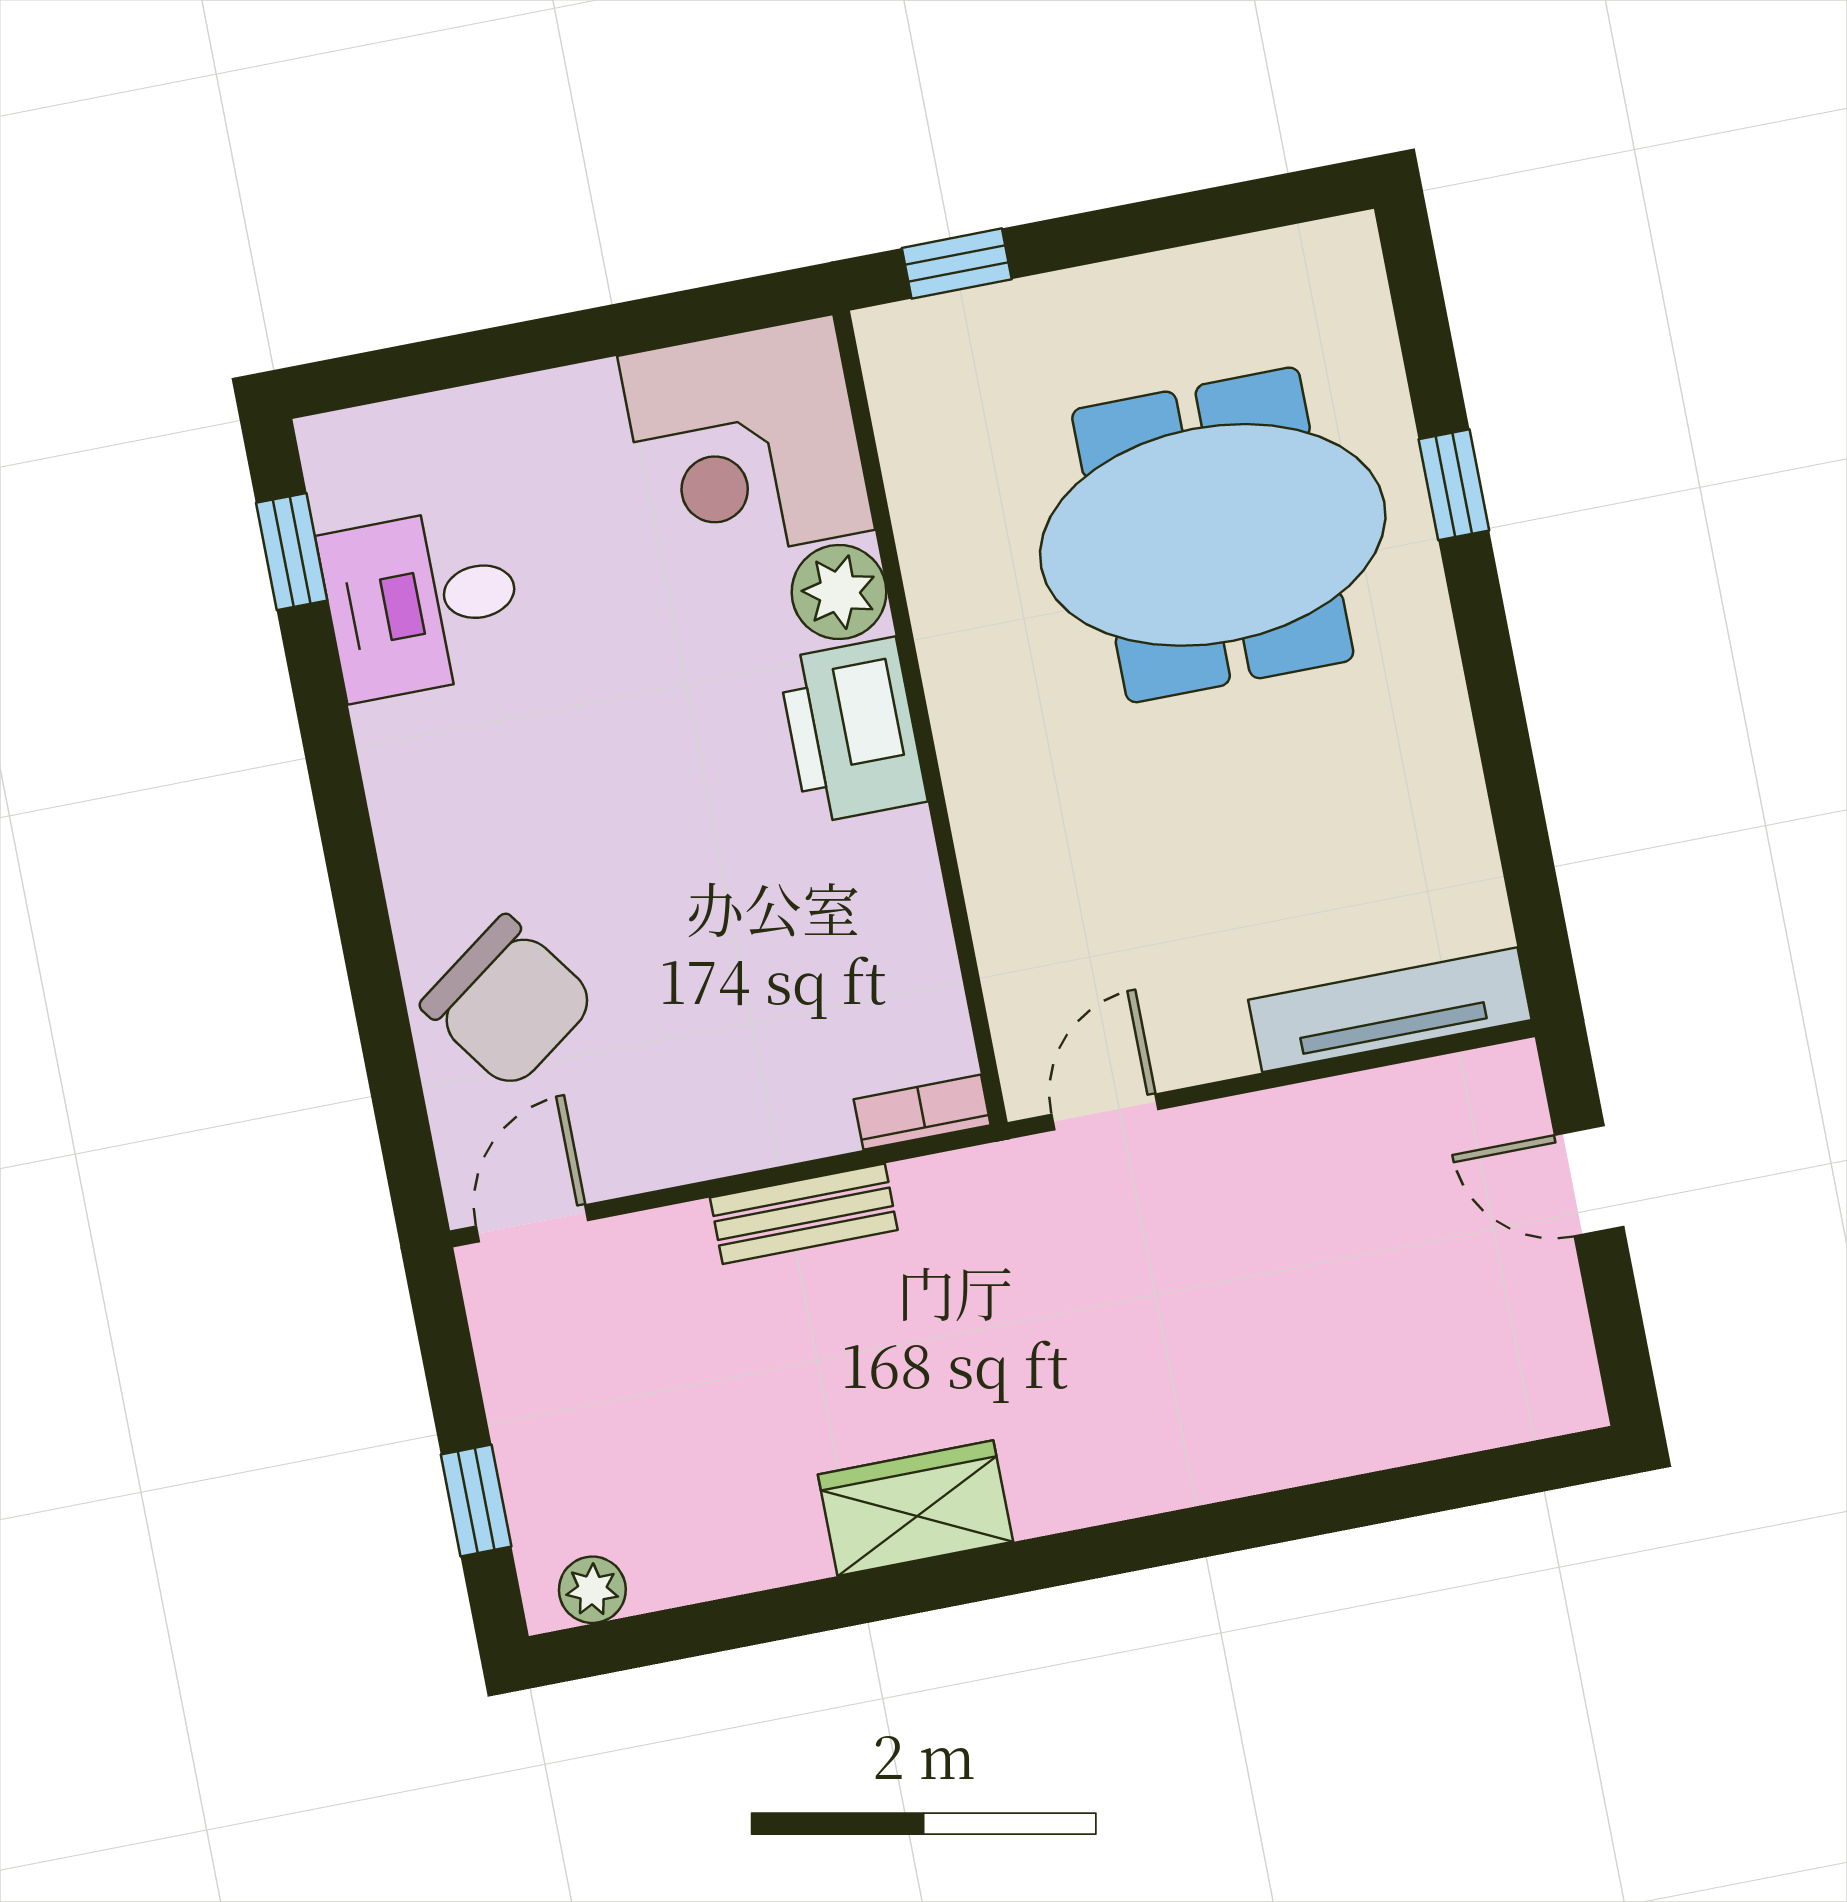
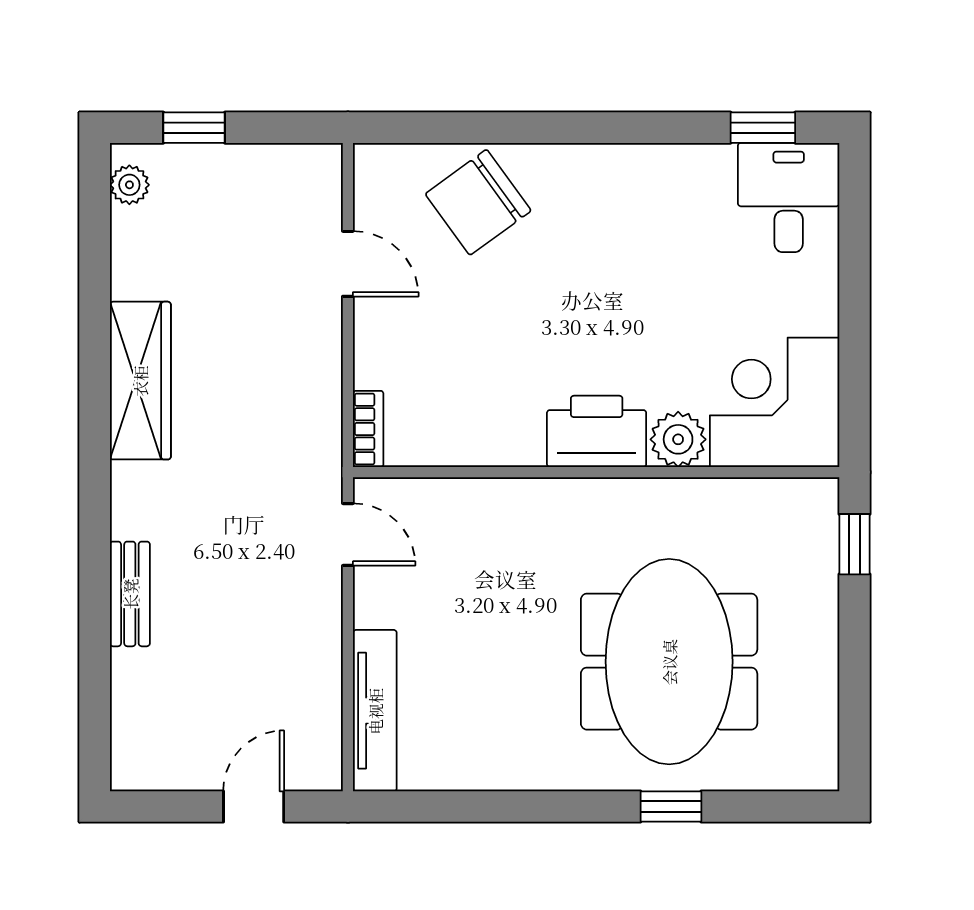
desk: (423, 603) -> (789, 198), moved
bench: (804, 1214) -> (130, 594), moved
door: (532, 1223) -> (348, 264), moved
wardrobe: (915, 1508) -> (140, 381), width x1.50

